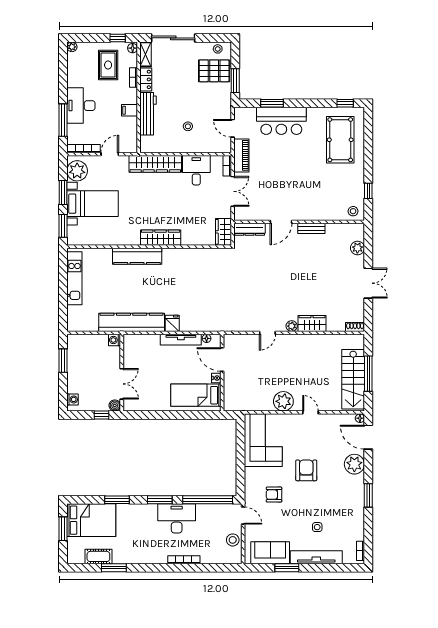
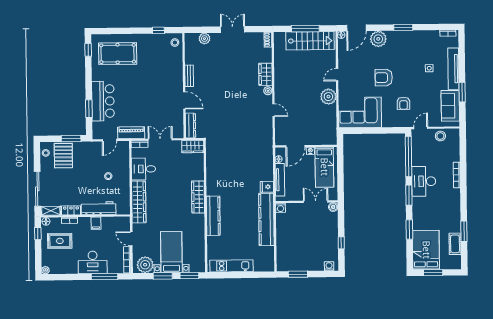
washing machine: (115, 340) -> (280, 208), moved
wall: (122, 373) -> (307, 202), moved
double door: (122, 384) -> (316, 202), moved
boiler: (115, 405) -> (333, 207), moved

